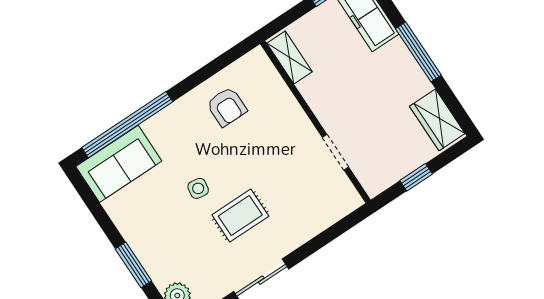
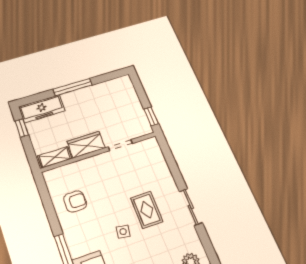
wardrobe: (437, 120) -> (86, 145), moved, turned 180
window: (416, 177) -> (151, 116), moved

